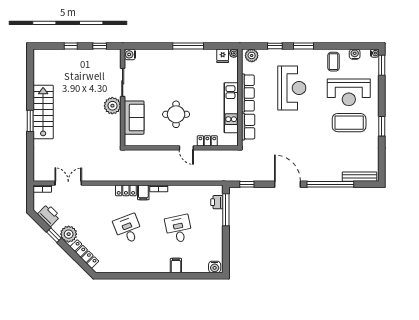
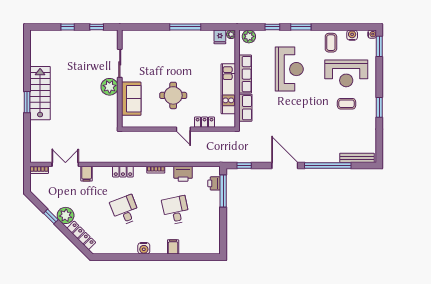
water cooler: (130, 54) -> (127, 35), removed
coffee table: (349, 123) -> (347, 104), width x0.54, depth x0.58
filing cabinet: (143, 192) -> (87, 174), moved
printer: (49, 215) -> (183, 174), moved, turned 135
water cooler: (215, 267) -> (144, 248), moved

